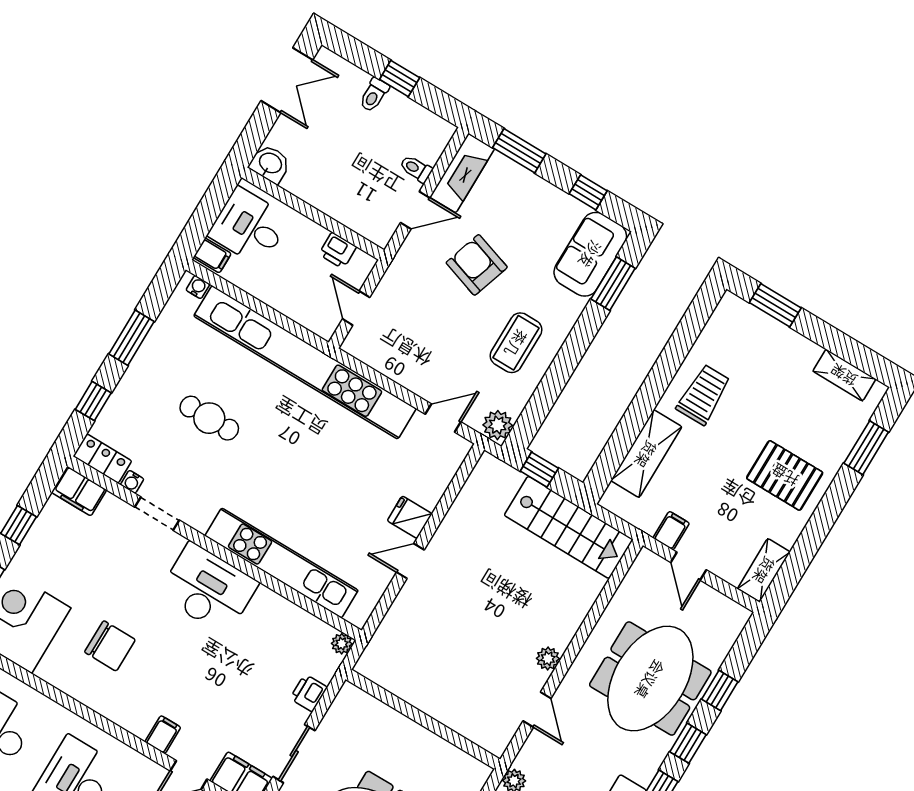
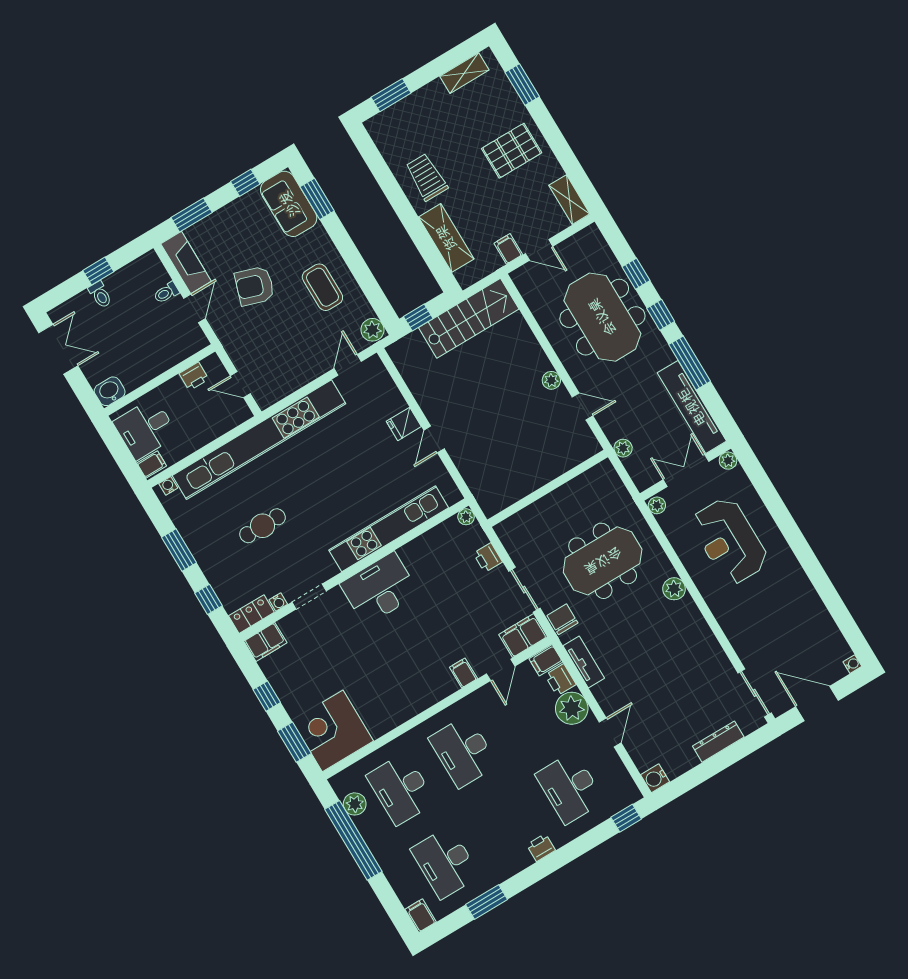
chair: (110, 646) -> (383, 677), removed

